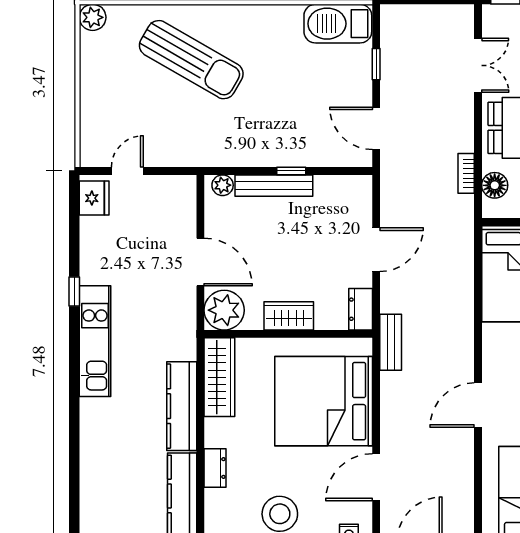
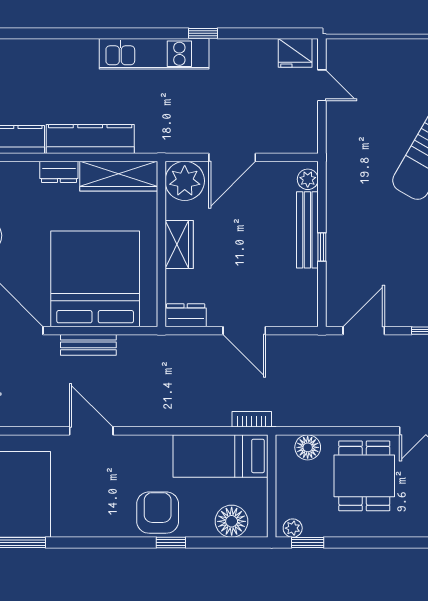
bookcase: (466, 173) -> (252, 419), moved
bench: (391, 342) -> (88, 345), moved
dresser: (215, 468) -> (59, 172), moved

